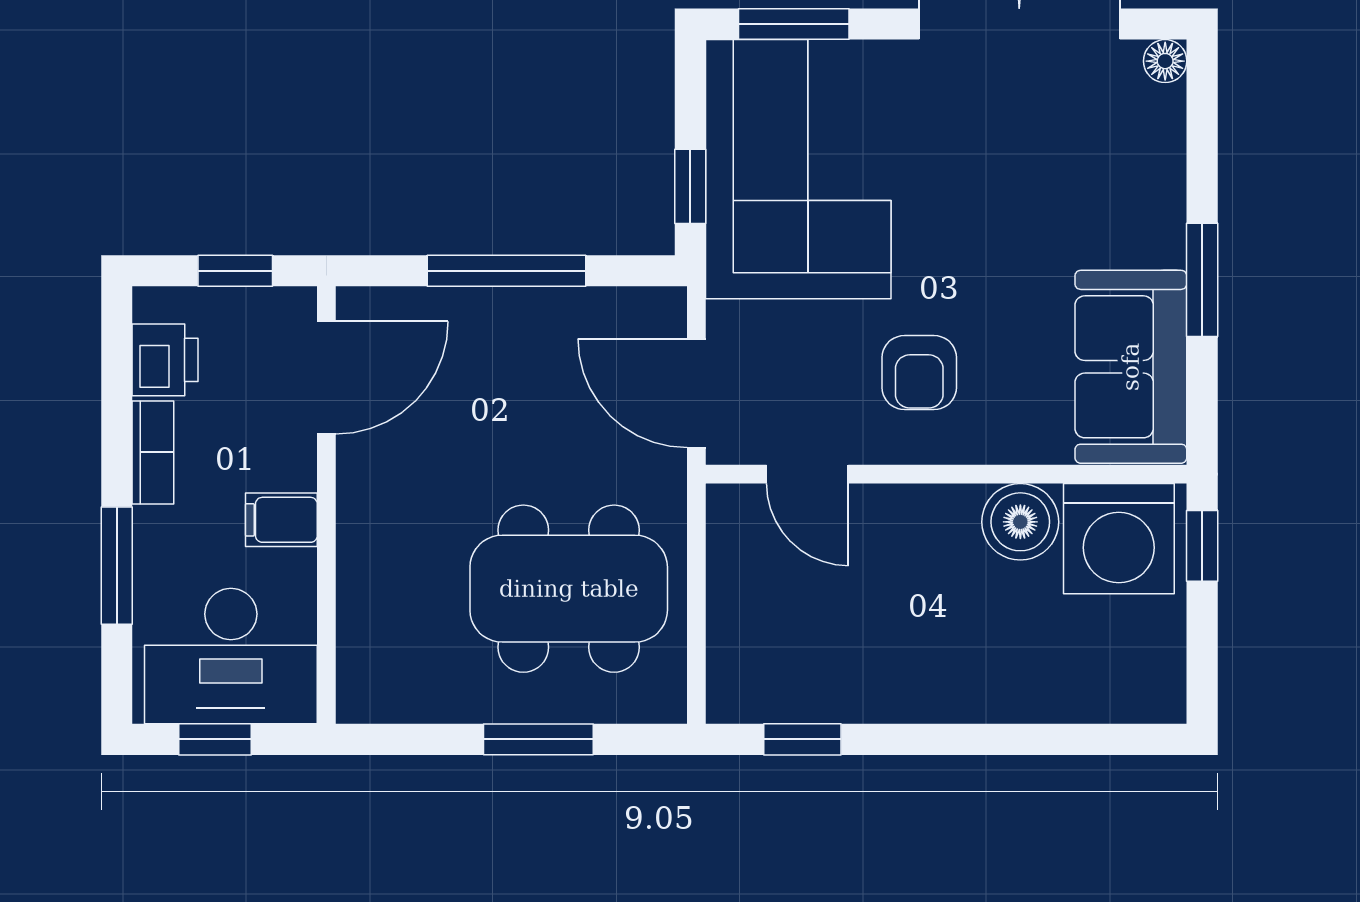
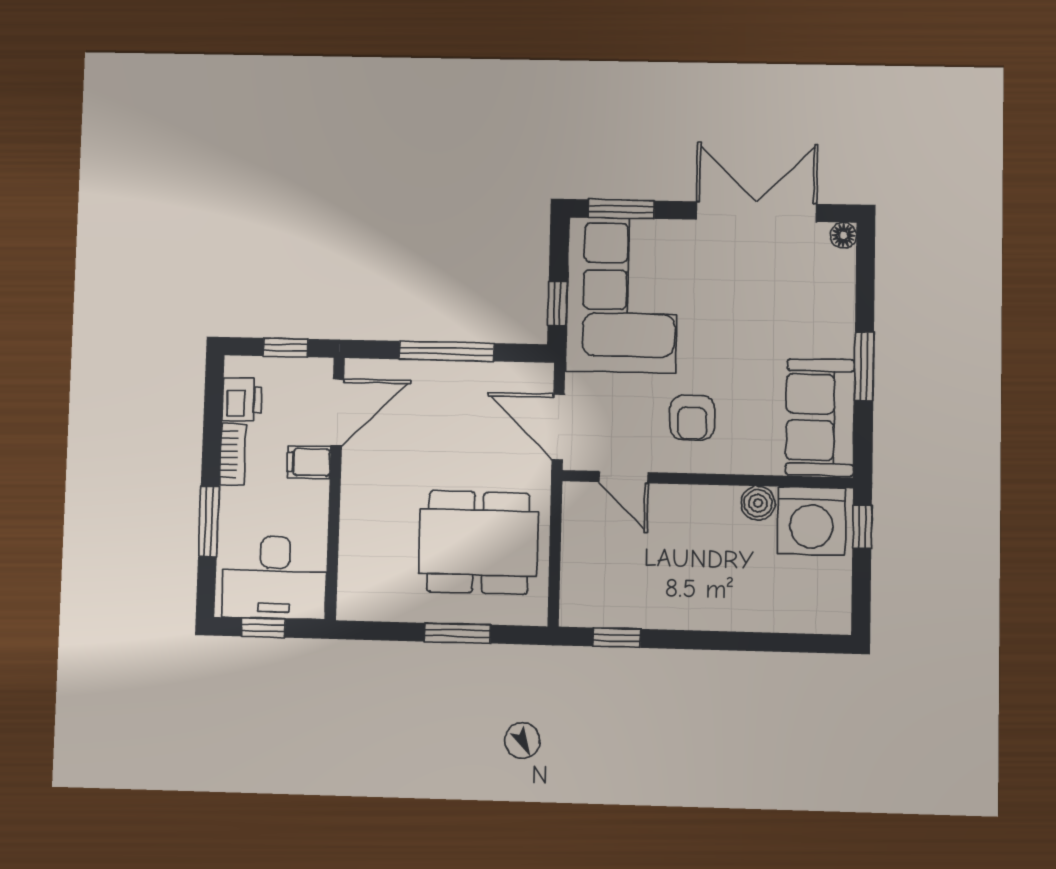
filing cabinet: (281, 520) -> (309, 462), moved
boiler: (1020, 522) -> (758, 503), width x0.73, depth x0.73

